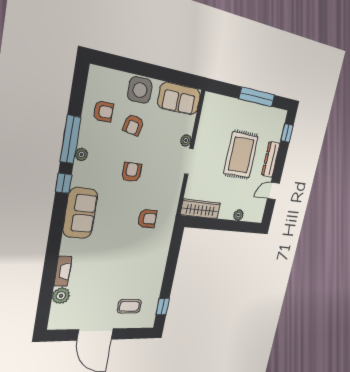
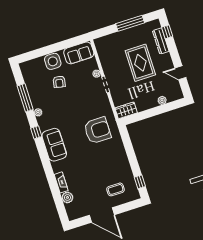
armchair: (103, 111) -> (38, 84), removed
window: (70, 139) -> (25, 98), moved
dresser: (271, 159) -> (161, 41), moved
armchair: (132, 172) -> (72, 108), removed
door: (273, 191) -> (180, 73), hinge flipped
wardrobe: (201, 209) -> (126, 110), width x0.67
armchair: (147, 219) -> (97, 130), width x1.88, depth x1.88

